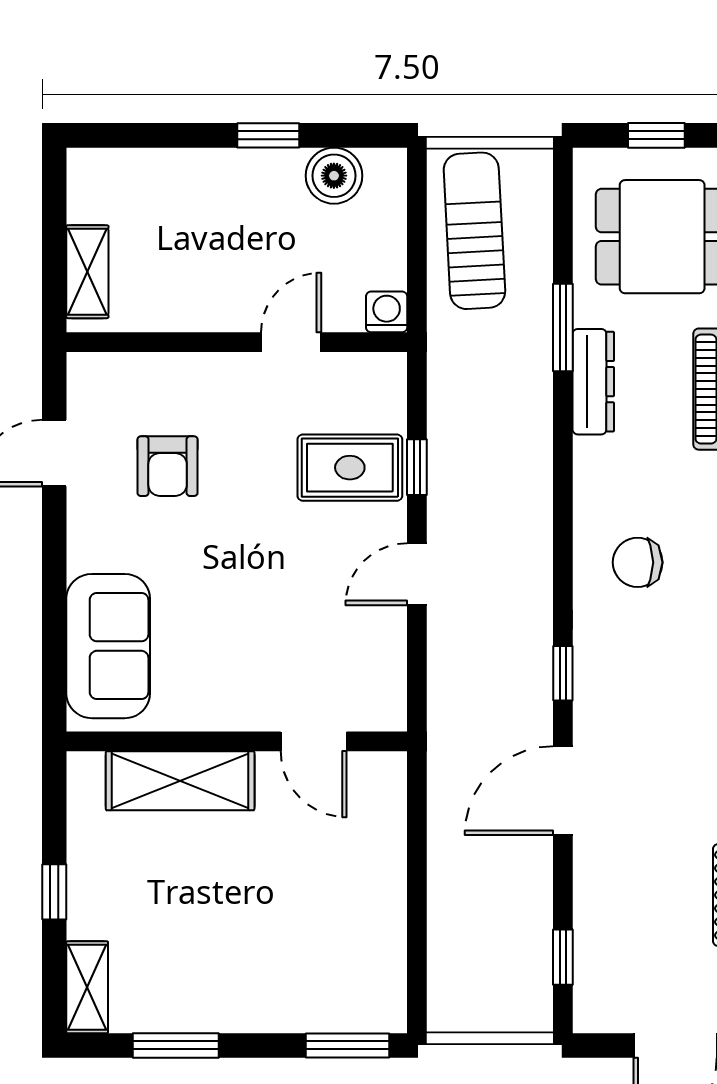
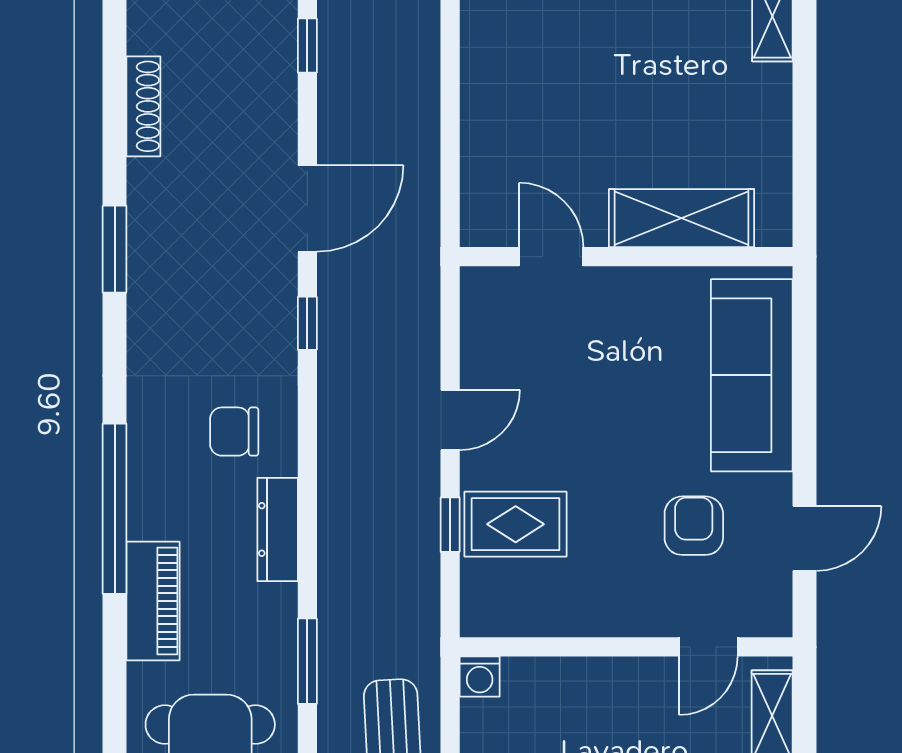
door: (291, 342) -> (708, 647), moved
dresser: (593, 382) -> (278, 529), moved
chair: (638, 562) -> (234, 432), turned 180
sofa: (108, 646) -> (752, 375), width x1.36
window: (54, 892) -> (805, 110), removed

